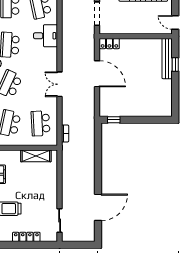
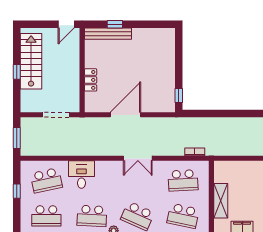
locker: (109, 44) -> (91, 80), moved
shelving: (36, 156) -> (221, 201), moved

